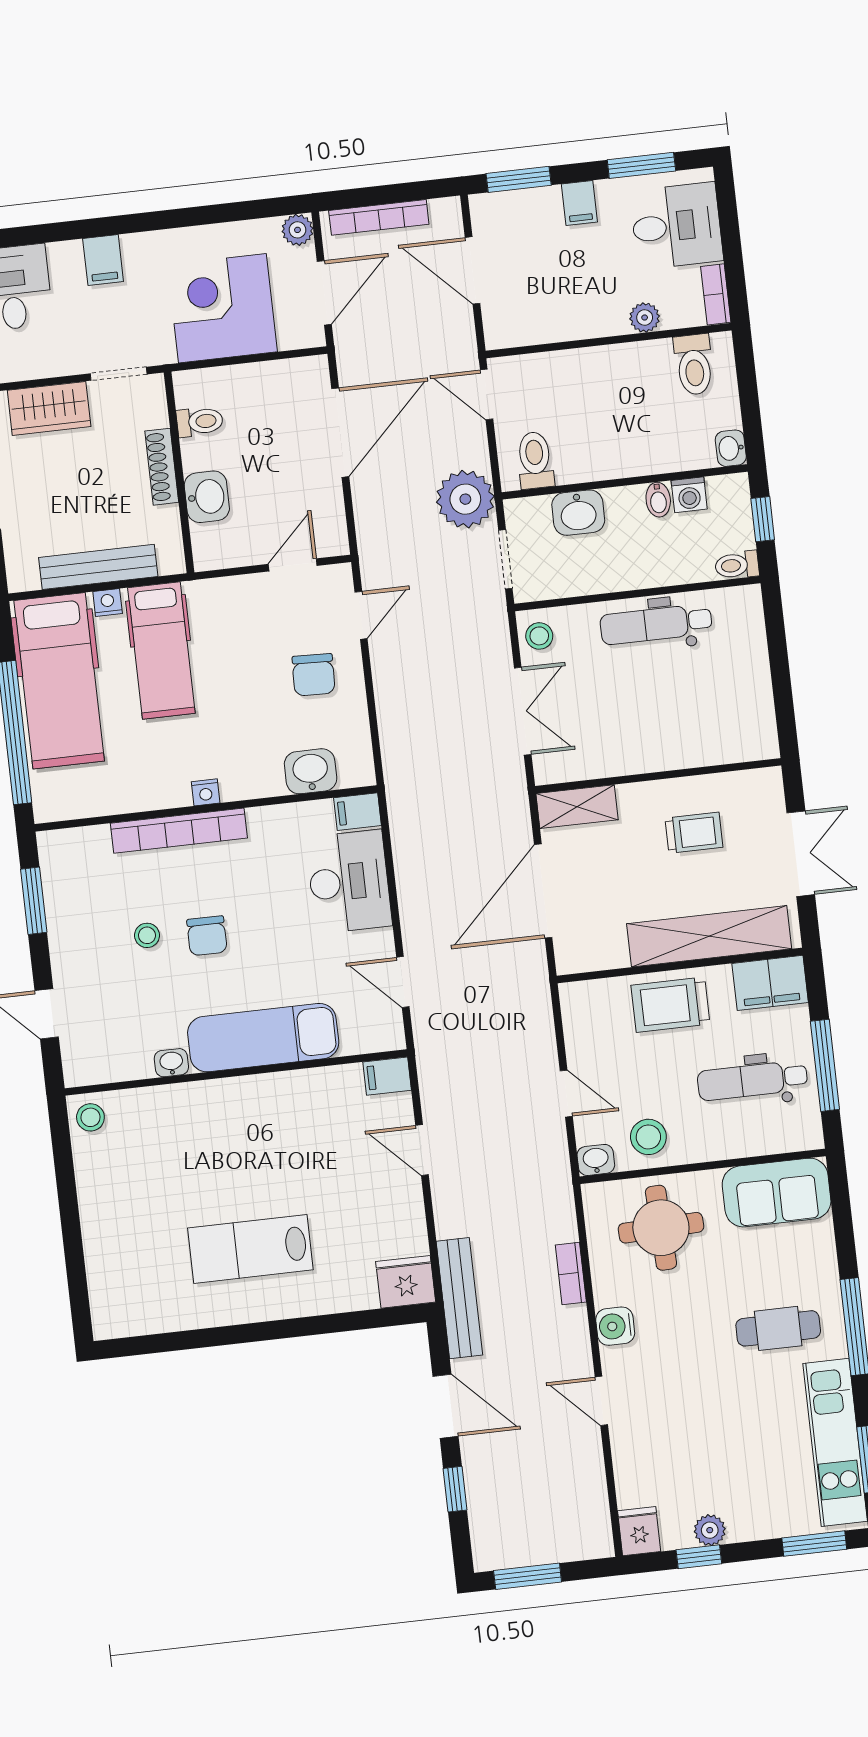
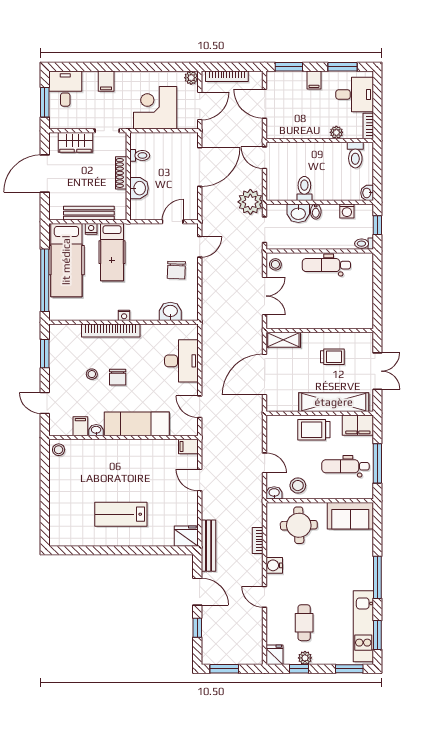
toilet: (535, 460) -> (304, 188), moved
bidet: (658, 500) -> (316, 212), moved
filing cabinet: (357, 812) -> (80, 426), moved, turned 90
cafe table: (778, 1328) -> (304, 623), moved, turned 90

